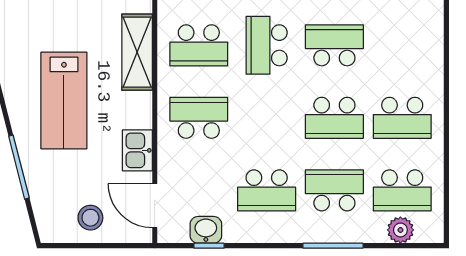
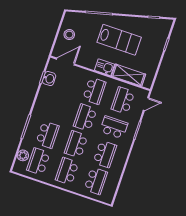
school desk: (402, 45) -> (96, 181), added
lab bench: (64, 101) -> (119, 40), turned 180
kitchen sink: (137, 150) -> (105, 67), moved
school desk: (267, 190) -> (85, 118), moved

